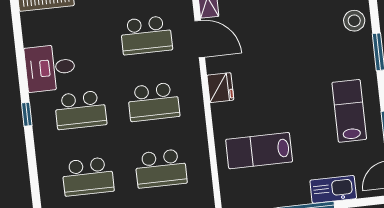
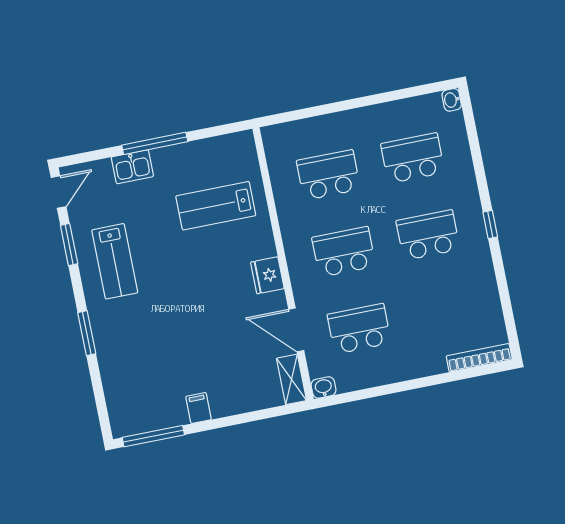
stool: (354, 21) -> (118, 367), removed
desk: (50, 68) -> (468, 281), removed
lab bench: (259, 151) -> (216, 206), turned 180
kitchen sink: (333, 189) -> (132, 167), width x0.73

